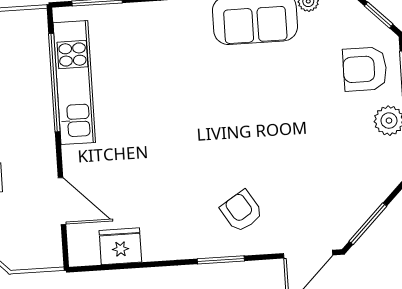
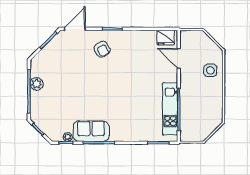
armchair: (365, 69) -> (45, 107), removed
fridge: (120, 246) -> (166, 37), moved

